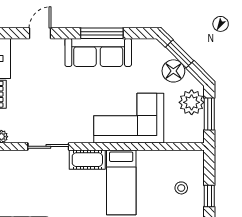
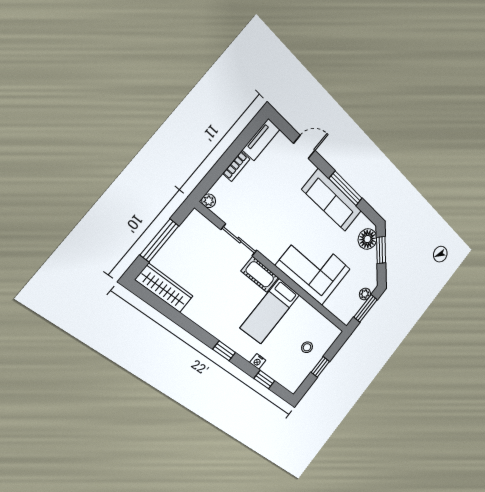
floor lamp: (173, 71) -> (367, 239), moved
plant: (192, 102) -> (365, 294), width x0.53, depth x0.53

